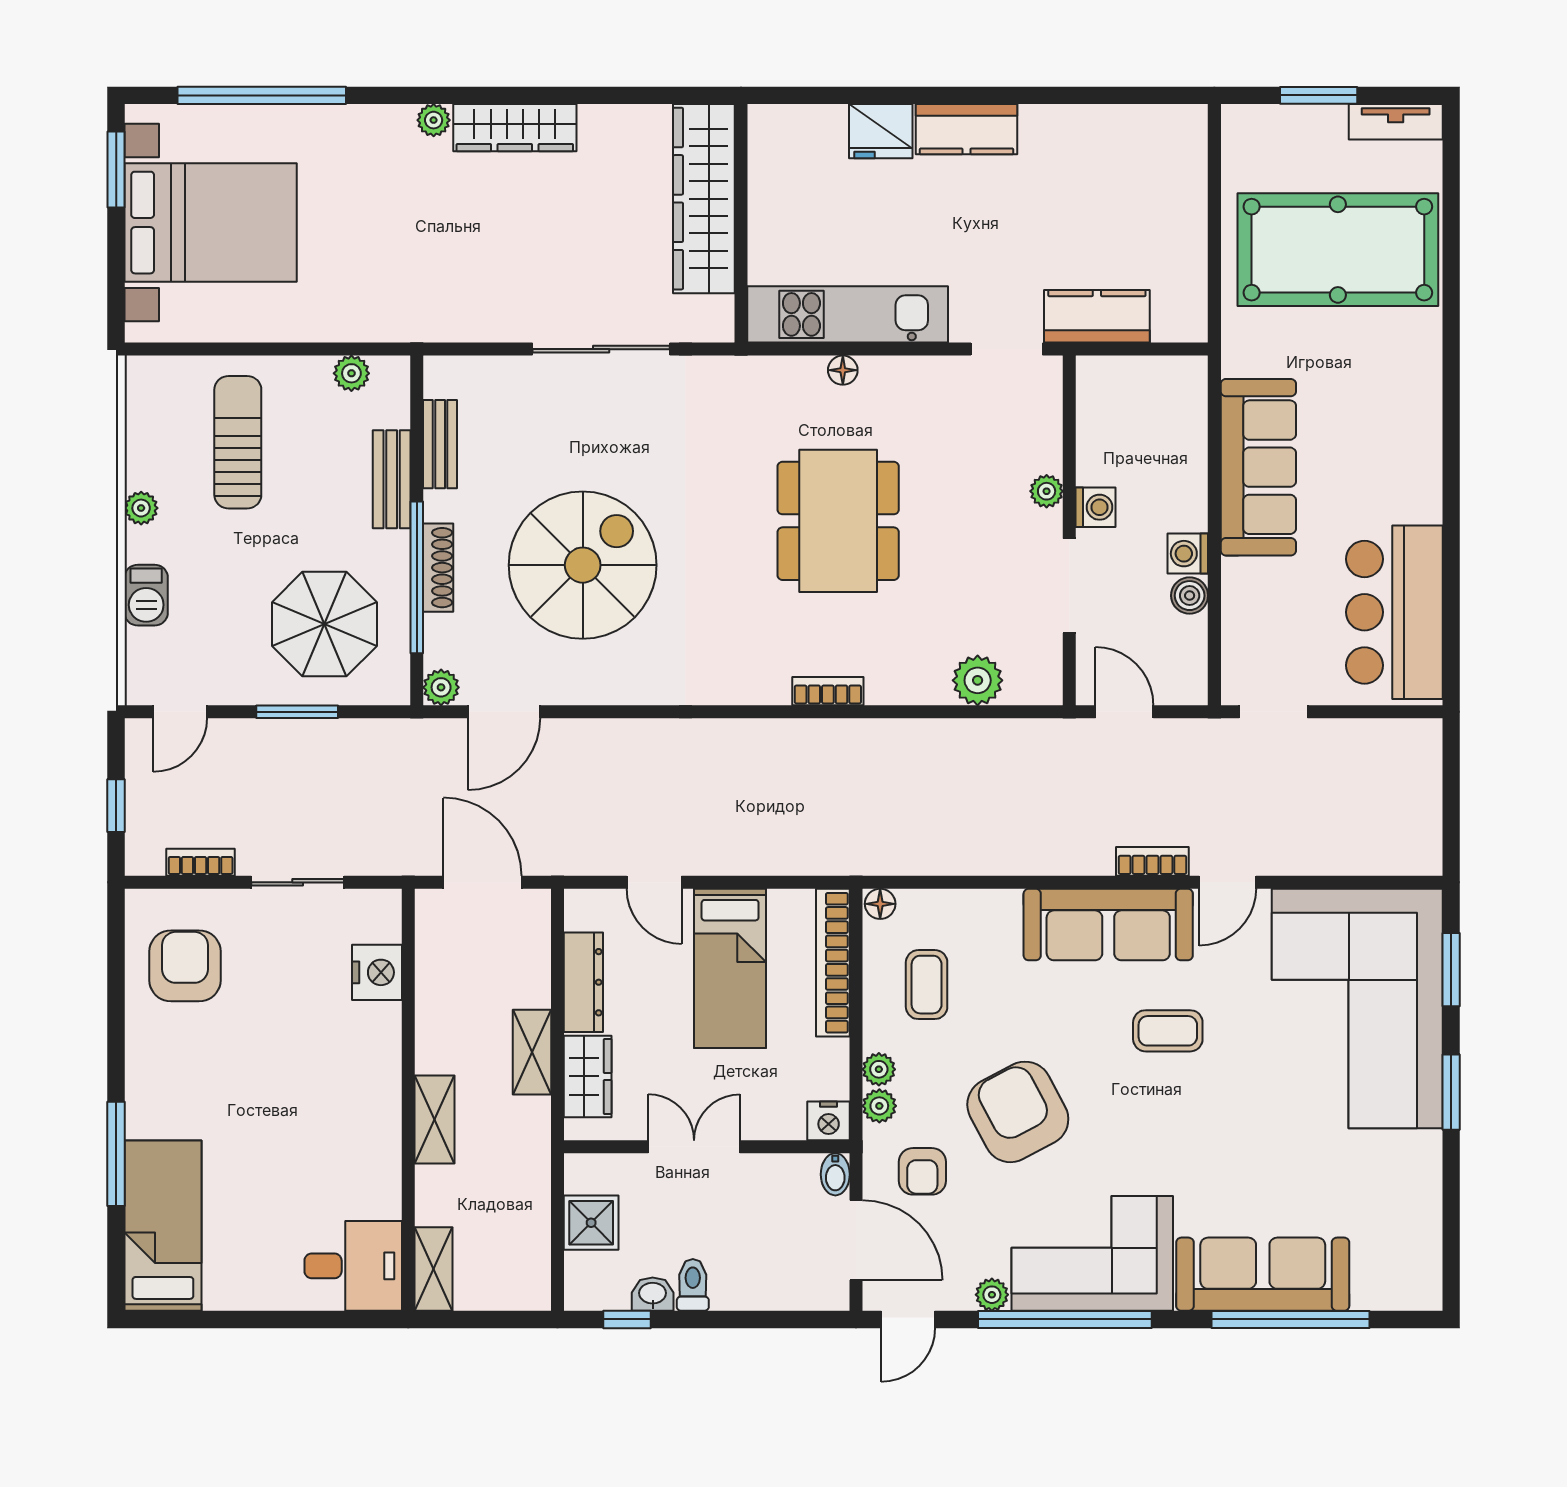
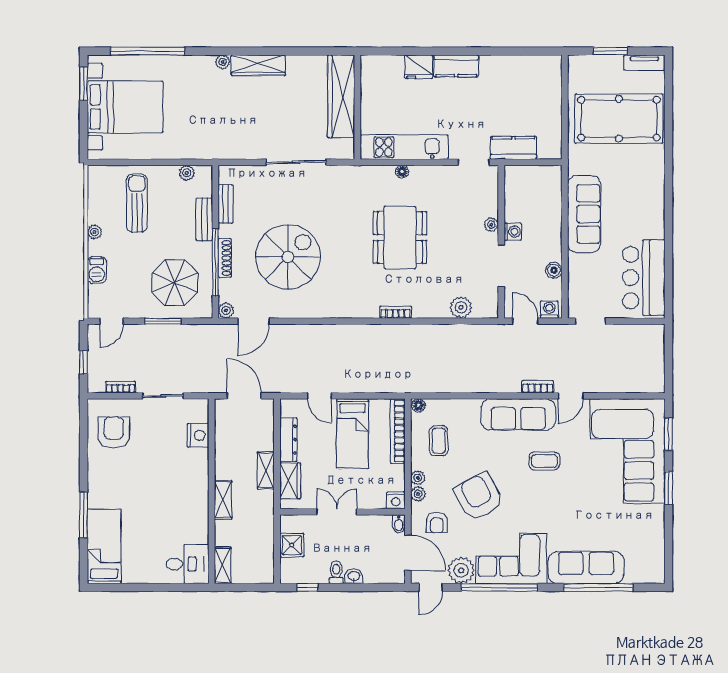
washing machine: (1188, 554) -> (549, 309), moved, turned 90
washbasin: (653, 1294) -> (354, 576), moved
plant: (992, 1295) -> (461, 570), width x1.88, depth x1.88

